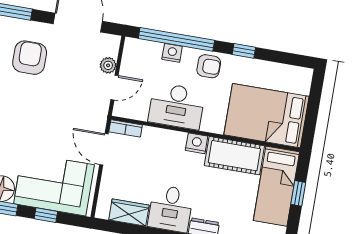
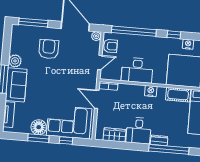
nightstand: (172, 53) -> (188, 44), moved
plant: (108, 65) -> (96, 36), moved
armchair: (209, 66) -> (110, 46), moved
cot: (234, 156) -> (178, 95), width x0.73, depth x0.75

